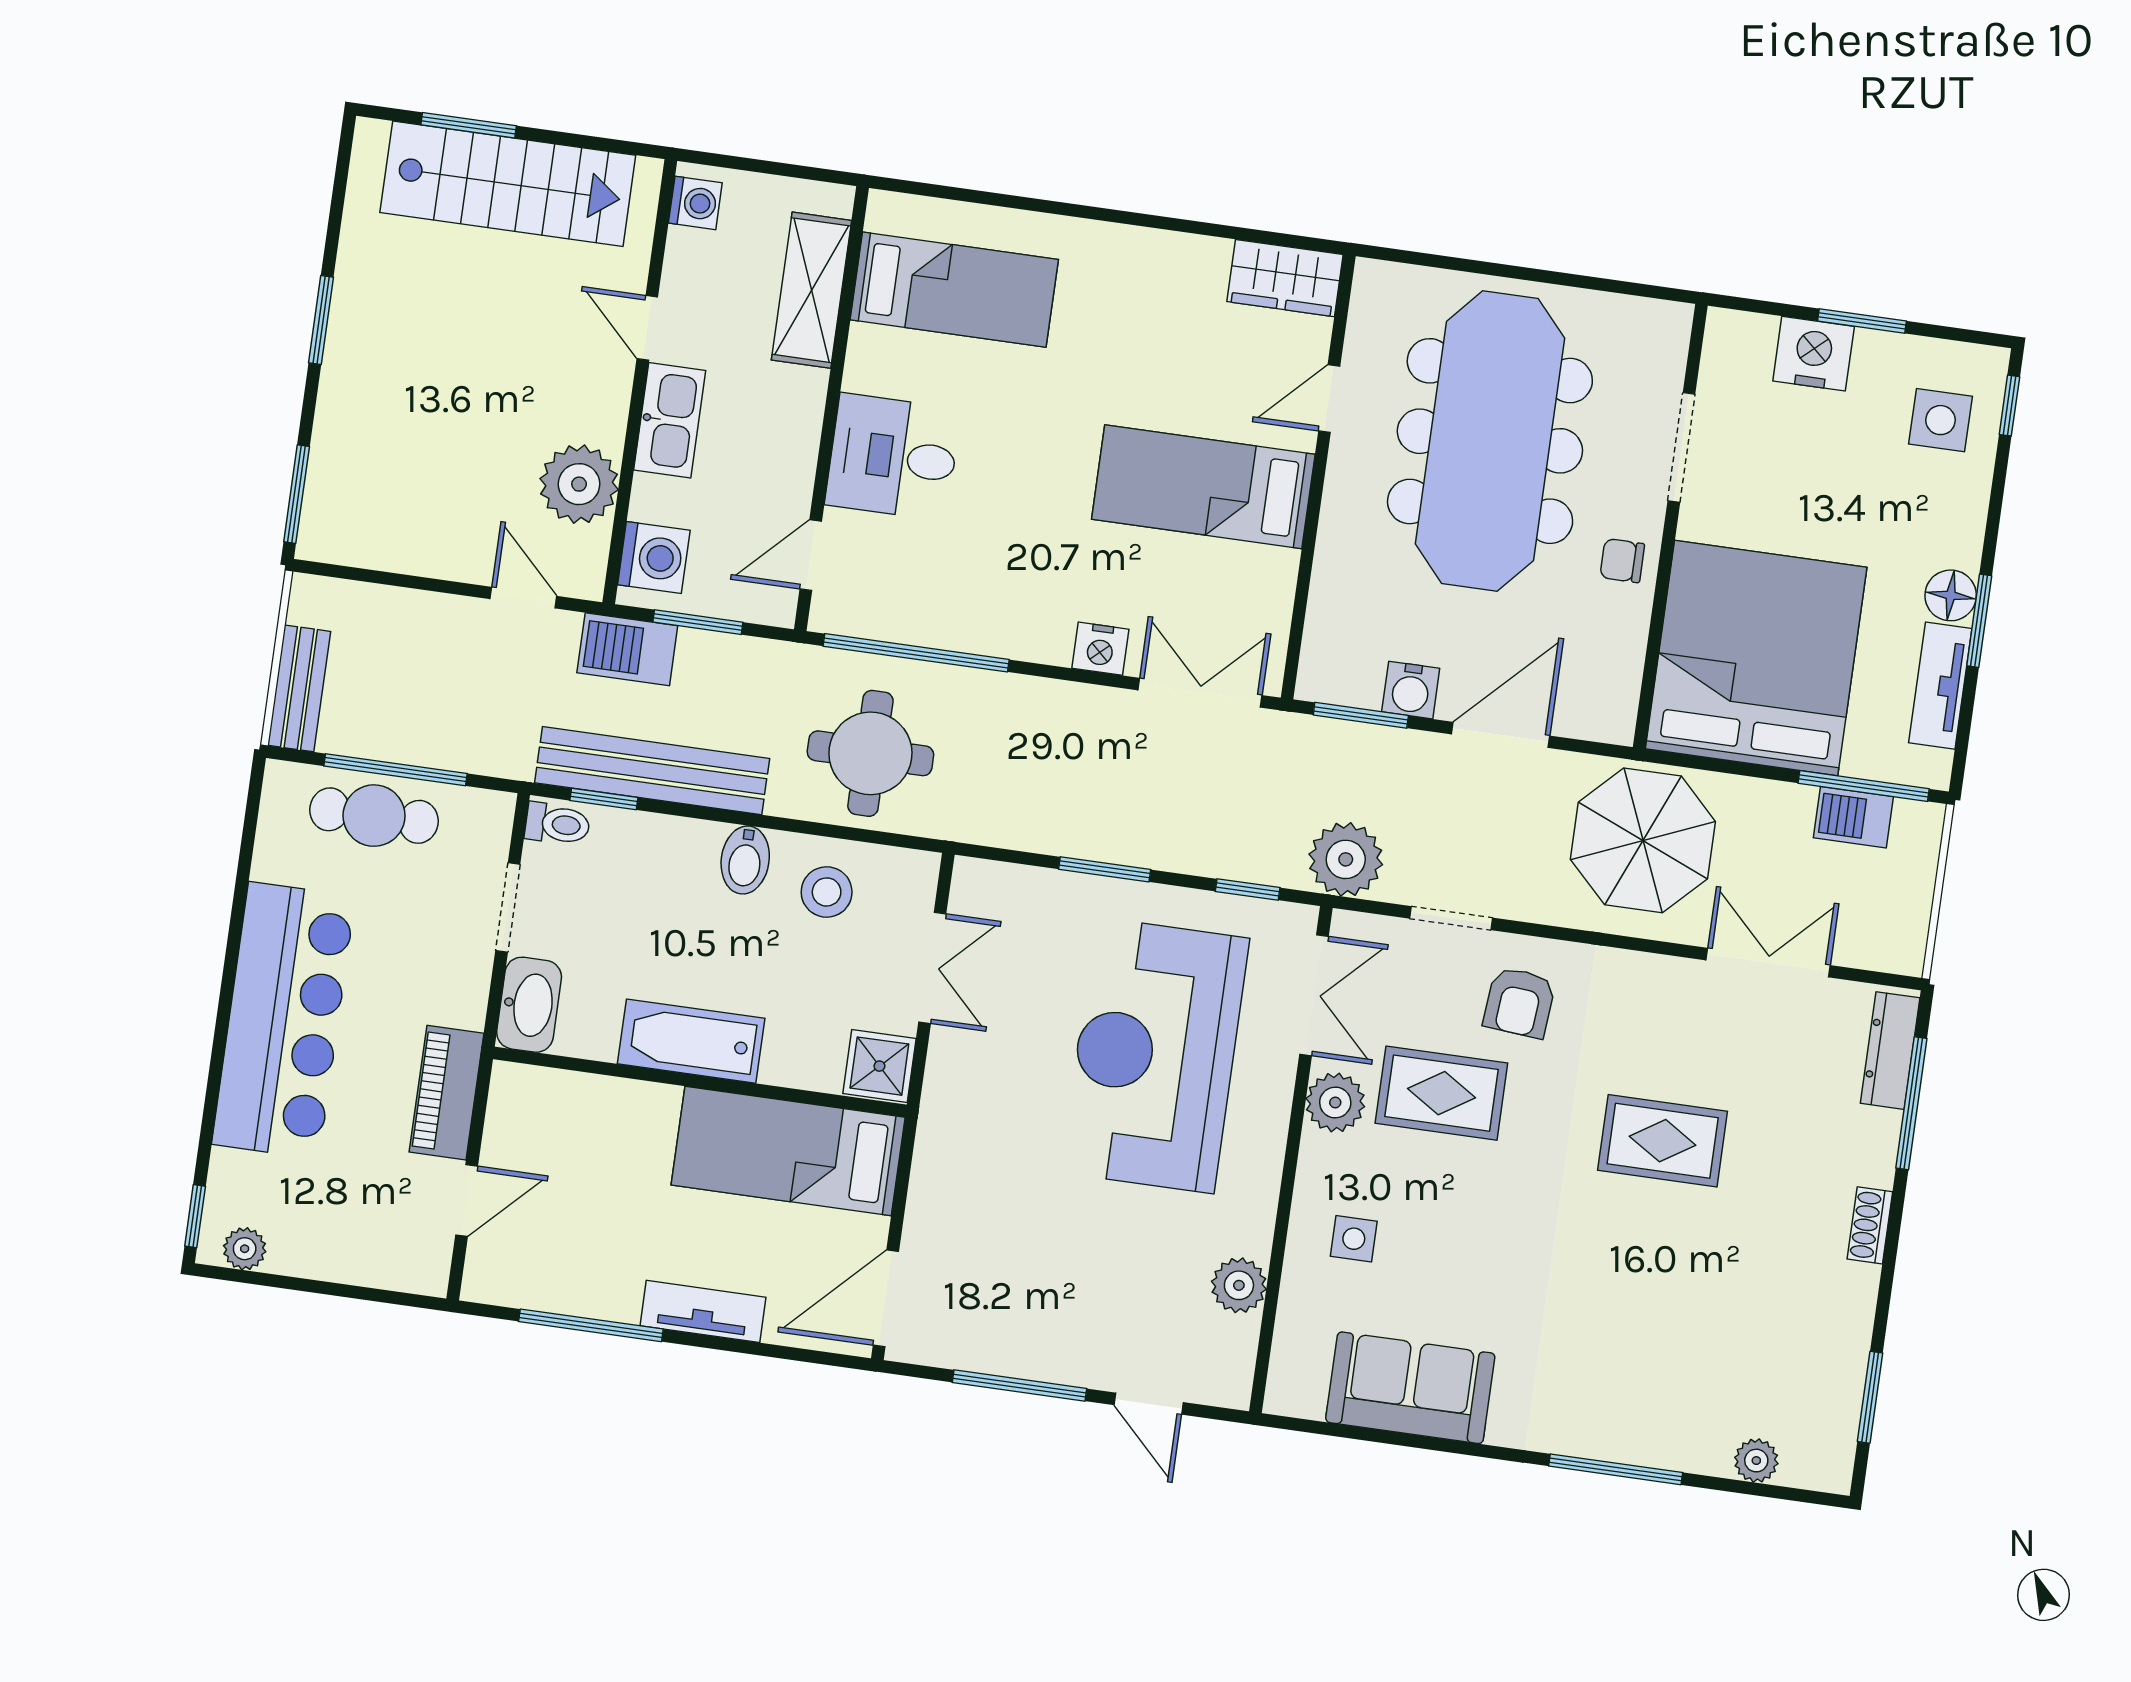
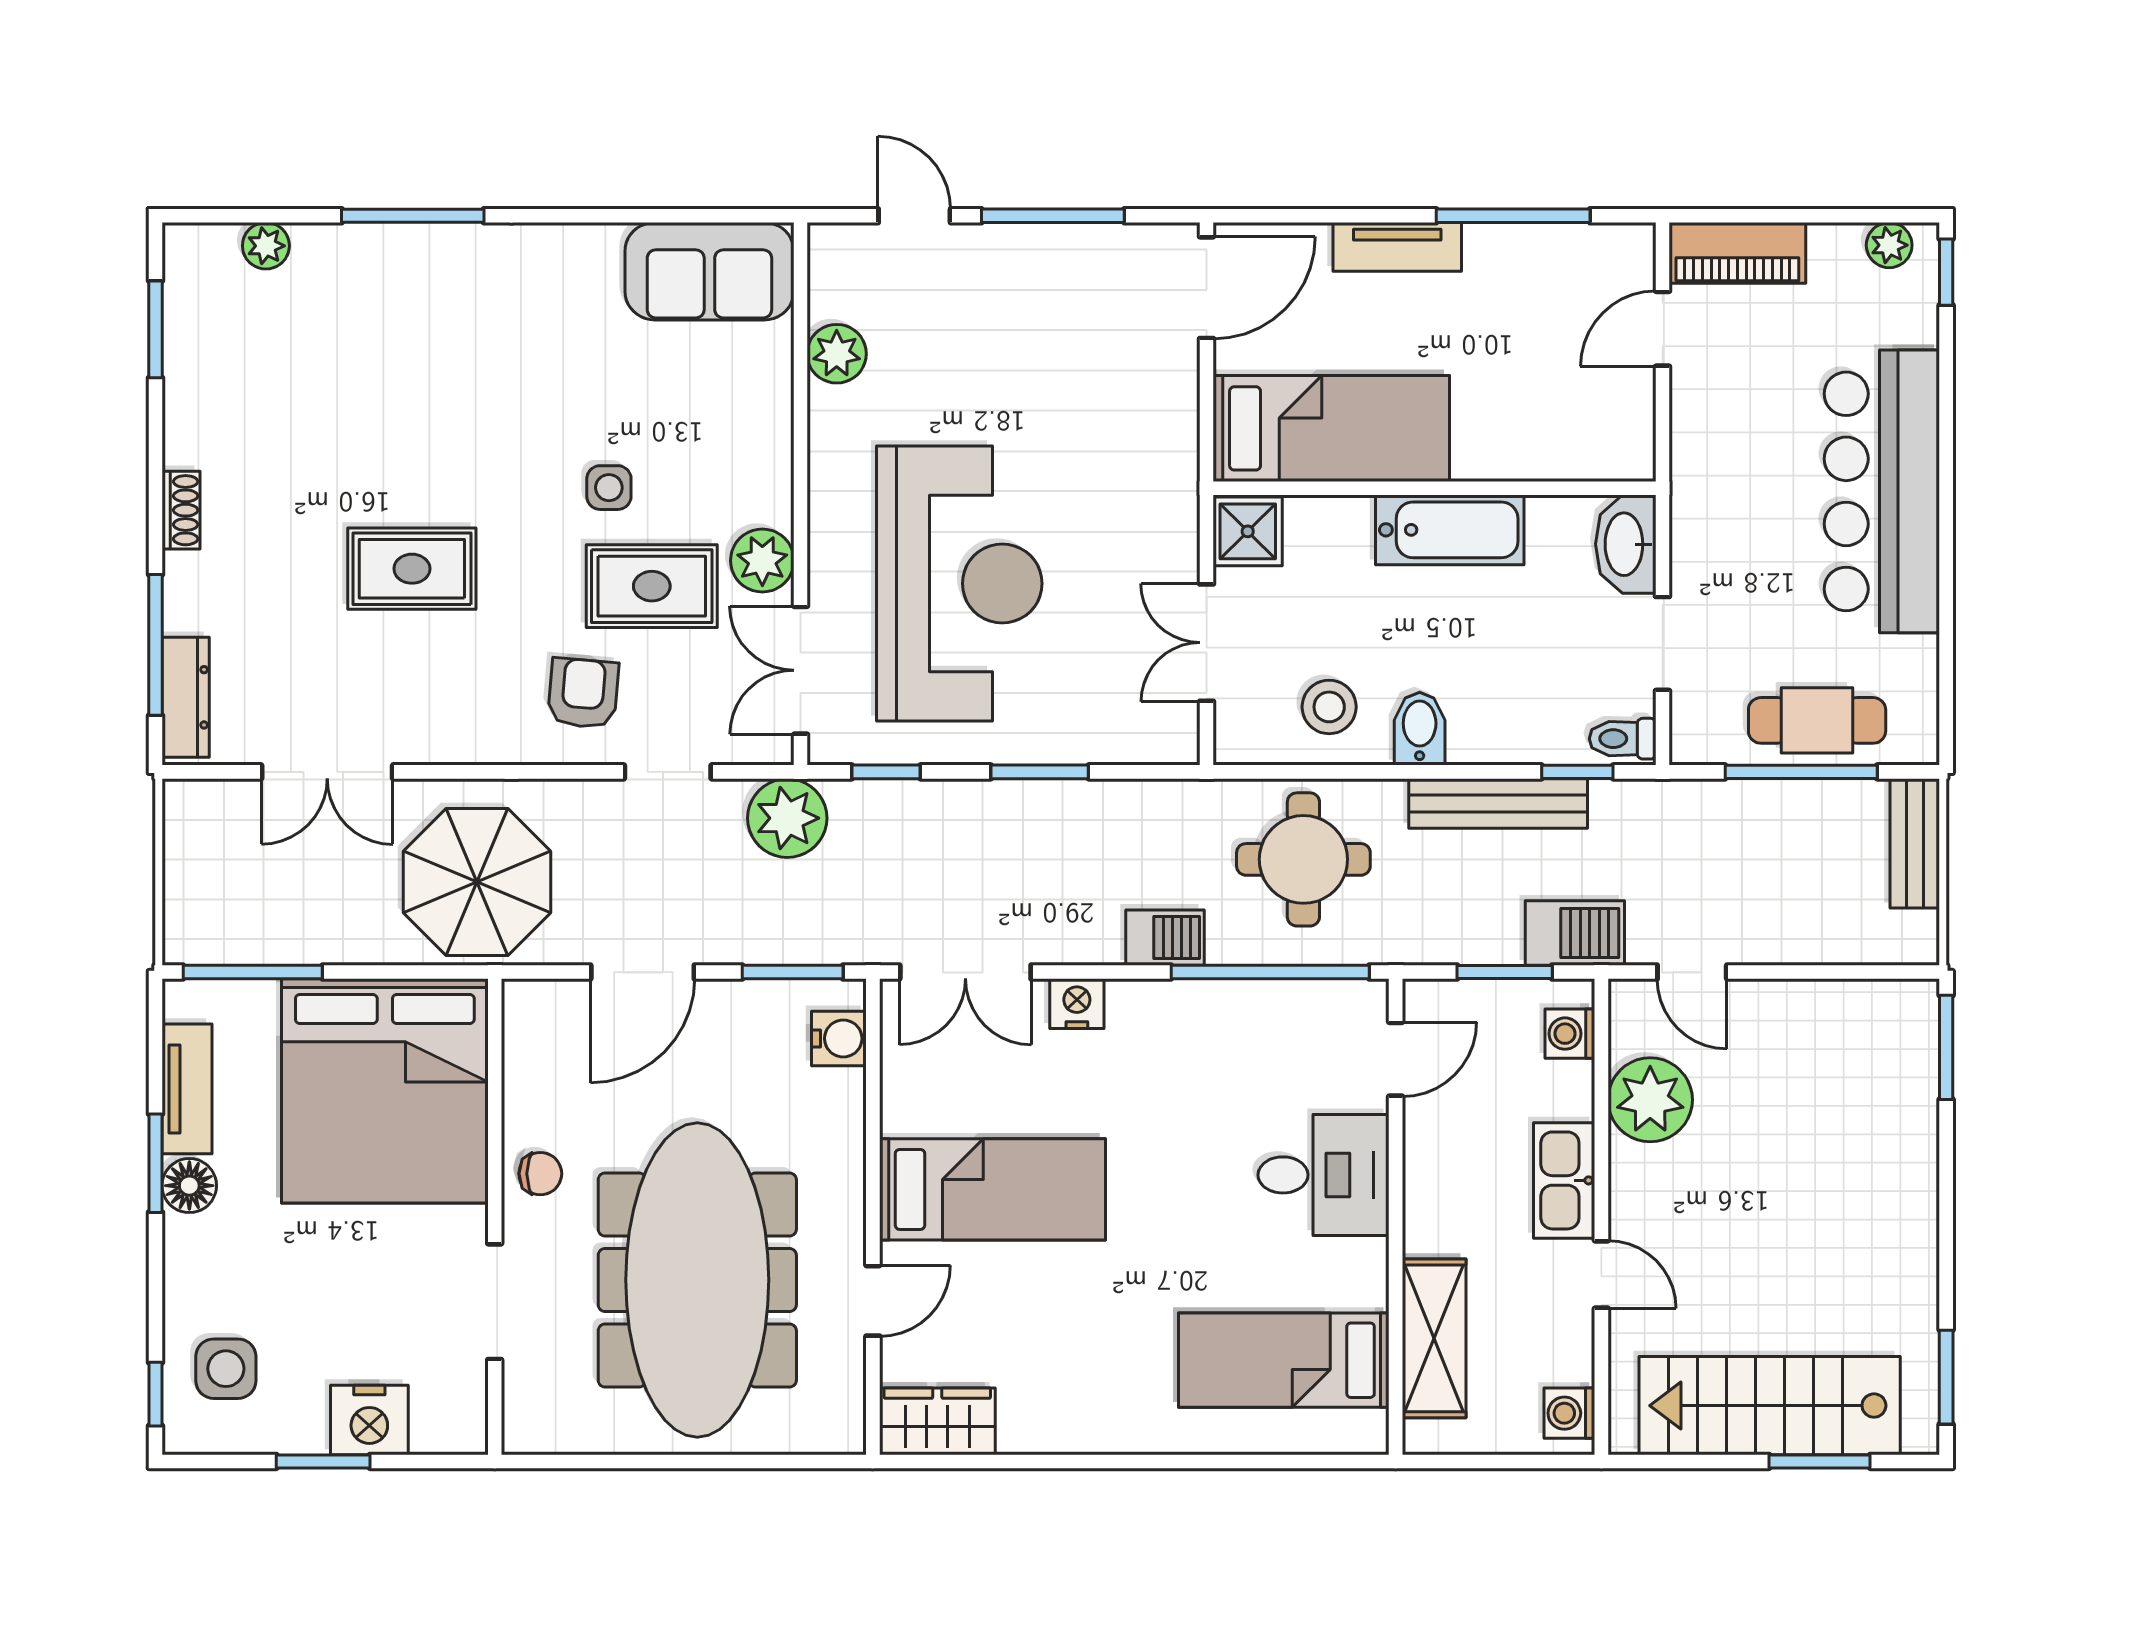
window: (321, 320) -> (1946, 1377), moved
washing machine: (654, 557) -> (1570, 1034), width x0.73, depth x0.73
water cooler: (1411, 690) -> (839, 1039), moved, turned 90
bench: (652, 771) -> (1498, 803), width x0.73, depth x0.82
barbecue: (1853, 817) -> (1165, 938), moved
piano: (446, 1093) -> (1737, 253), moved, turned 90
side table: (1354, 1239) -> (609, 488), moved
sofa: (1410, 1388) -> (709, 271), moved

